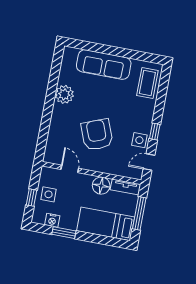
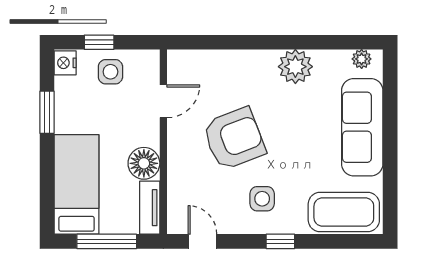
plant: (67, 58) -> (362, 59), added
coffee table: (147, 83) -> (344, 212), width x1.36, depth x1.32
window: (155, 132) -> (280, 241), moved
side table: (139, 140) -> (262, 199), moved
nightstand: (52, 220) -> (65, 63), moved

